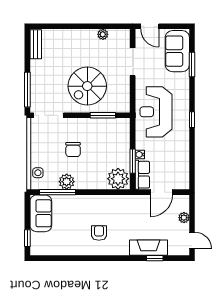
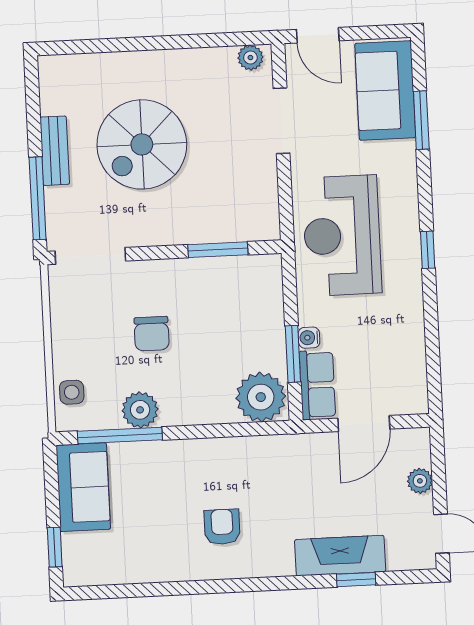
plant: (103, 34) -> (250, 58), moved
bench: (36, 44) -> (55, 151), moved
spiral stairs: (87, 86) -> (142, 144), moved

